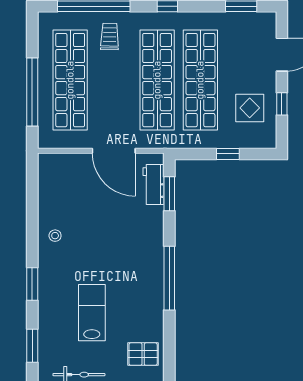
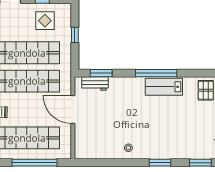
door: (114, 151) -> (73, 109), swing flipped
lab bench: (92, 313) -> (164, 87), moved

